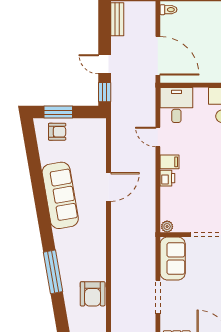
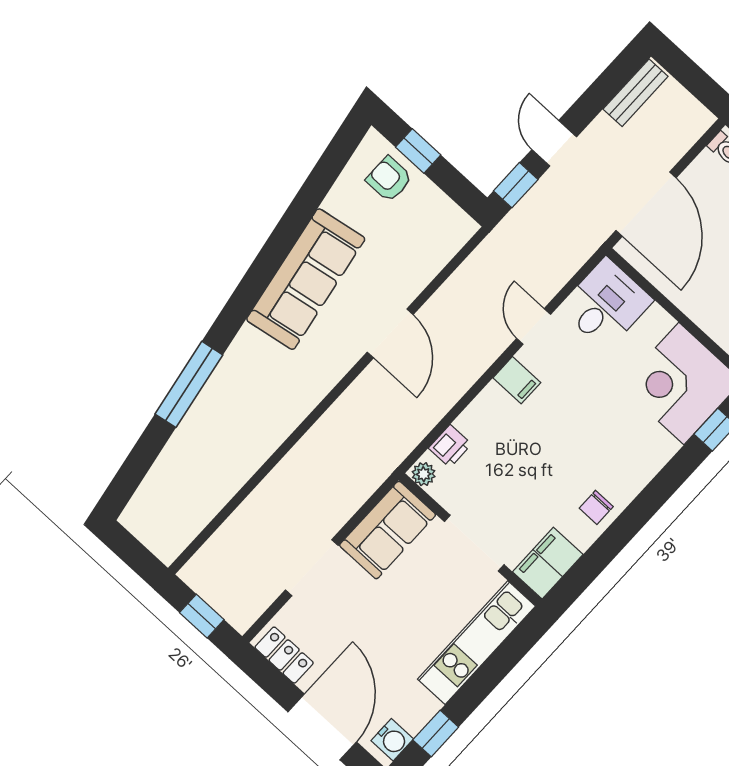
window: (58, 112) -> (418, 151), width x0.67
armchair: (57, 132) -> (389, 179), turned 180
printer: (167, 178) -> (450, 446), moved
door: (109, 187) -> (390, 333), hinge flipped
armchair: (93, 294) -> (218, 472), removed

